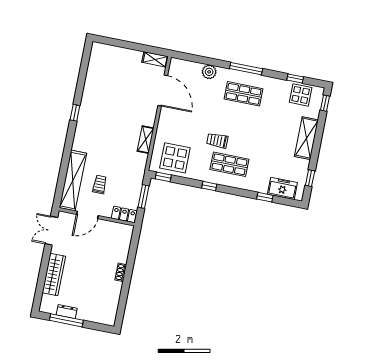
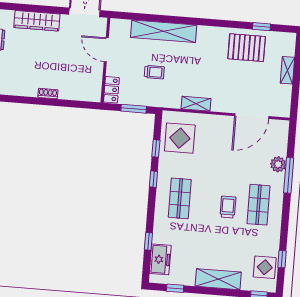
shelving: (155, 59) -> (287, 70), moved
window: (246, 69) -> (289, 175), moved
pallet: (100, 88) -> (247, 48), added
window: (75, 113) -> (261, 27), moved
trolley: (217, 141) -> (228, 207), moved
window: (163, 177) -> (156, 148), moved
shelving: (73, 181) -> (164, 31), moved
trolley: (100, 185) -> (154, 72), moved

